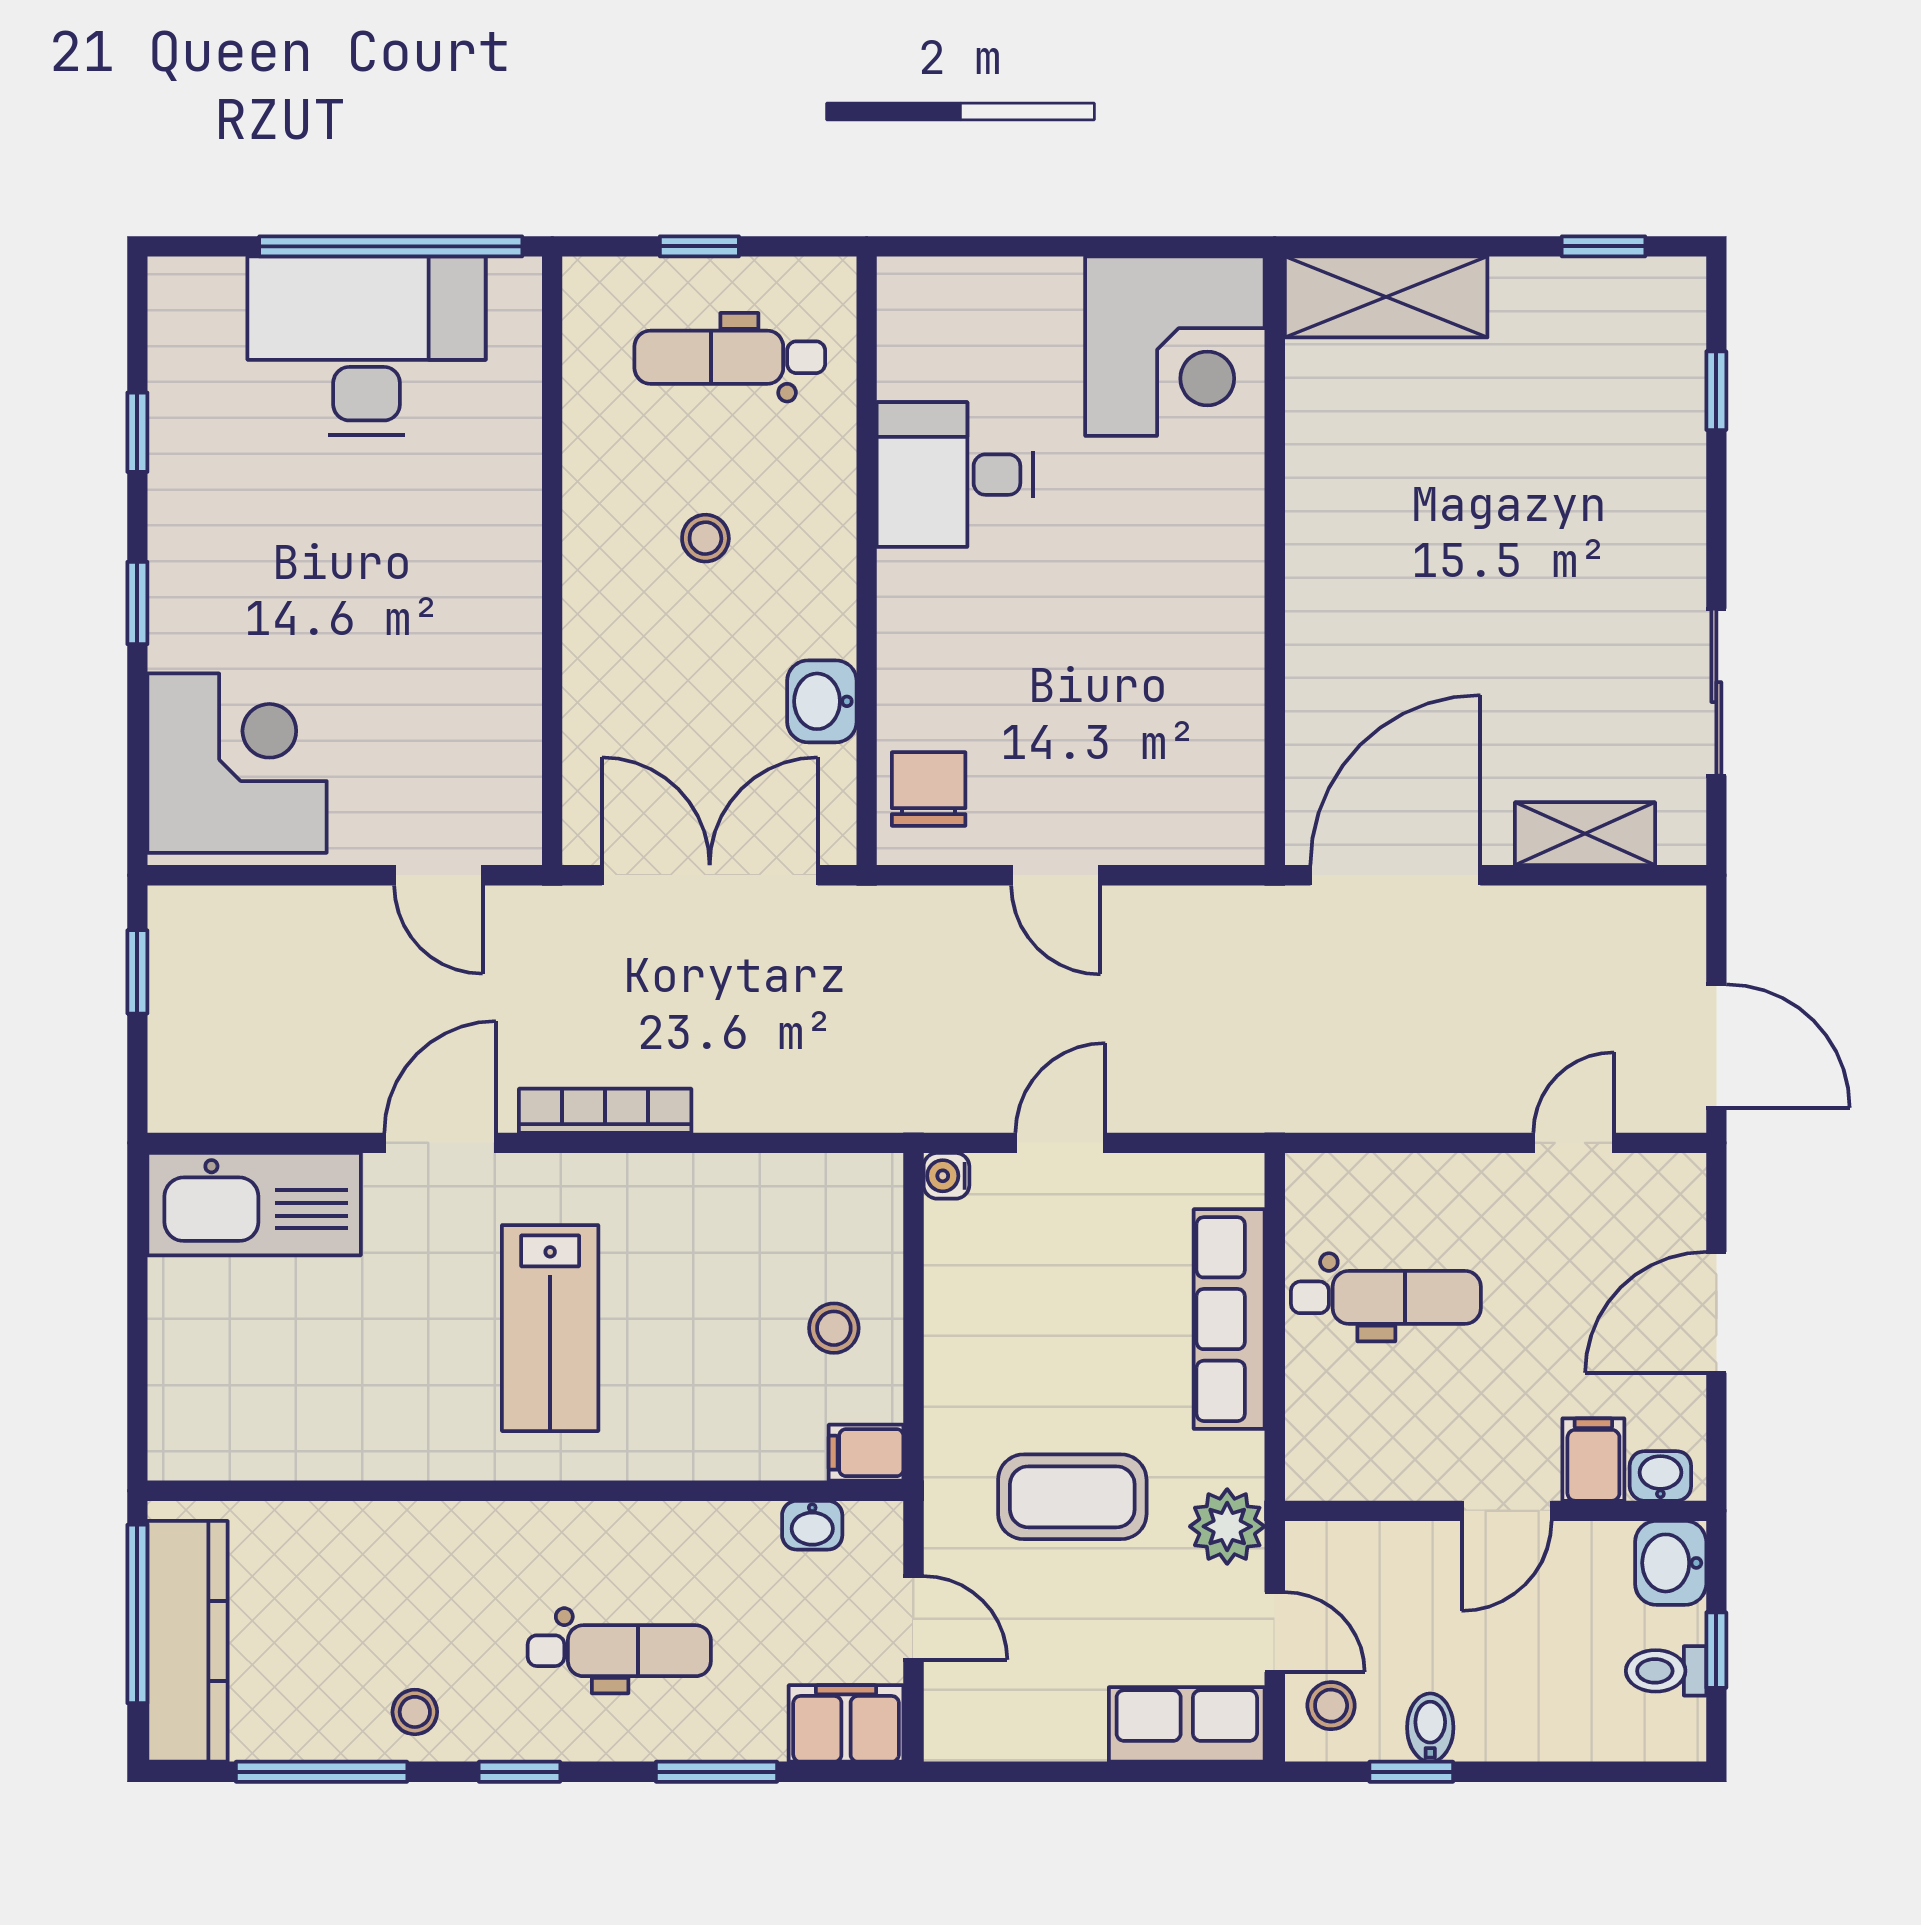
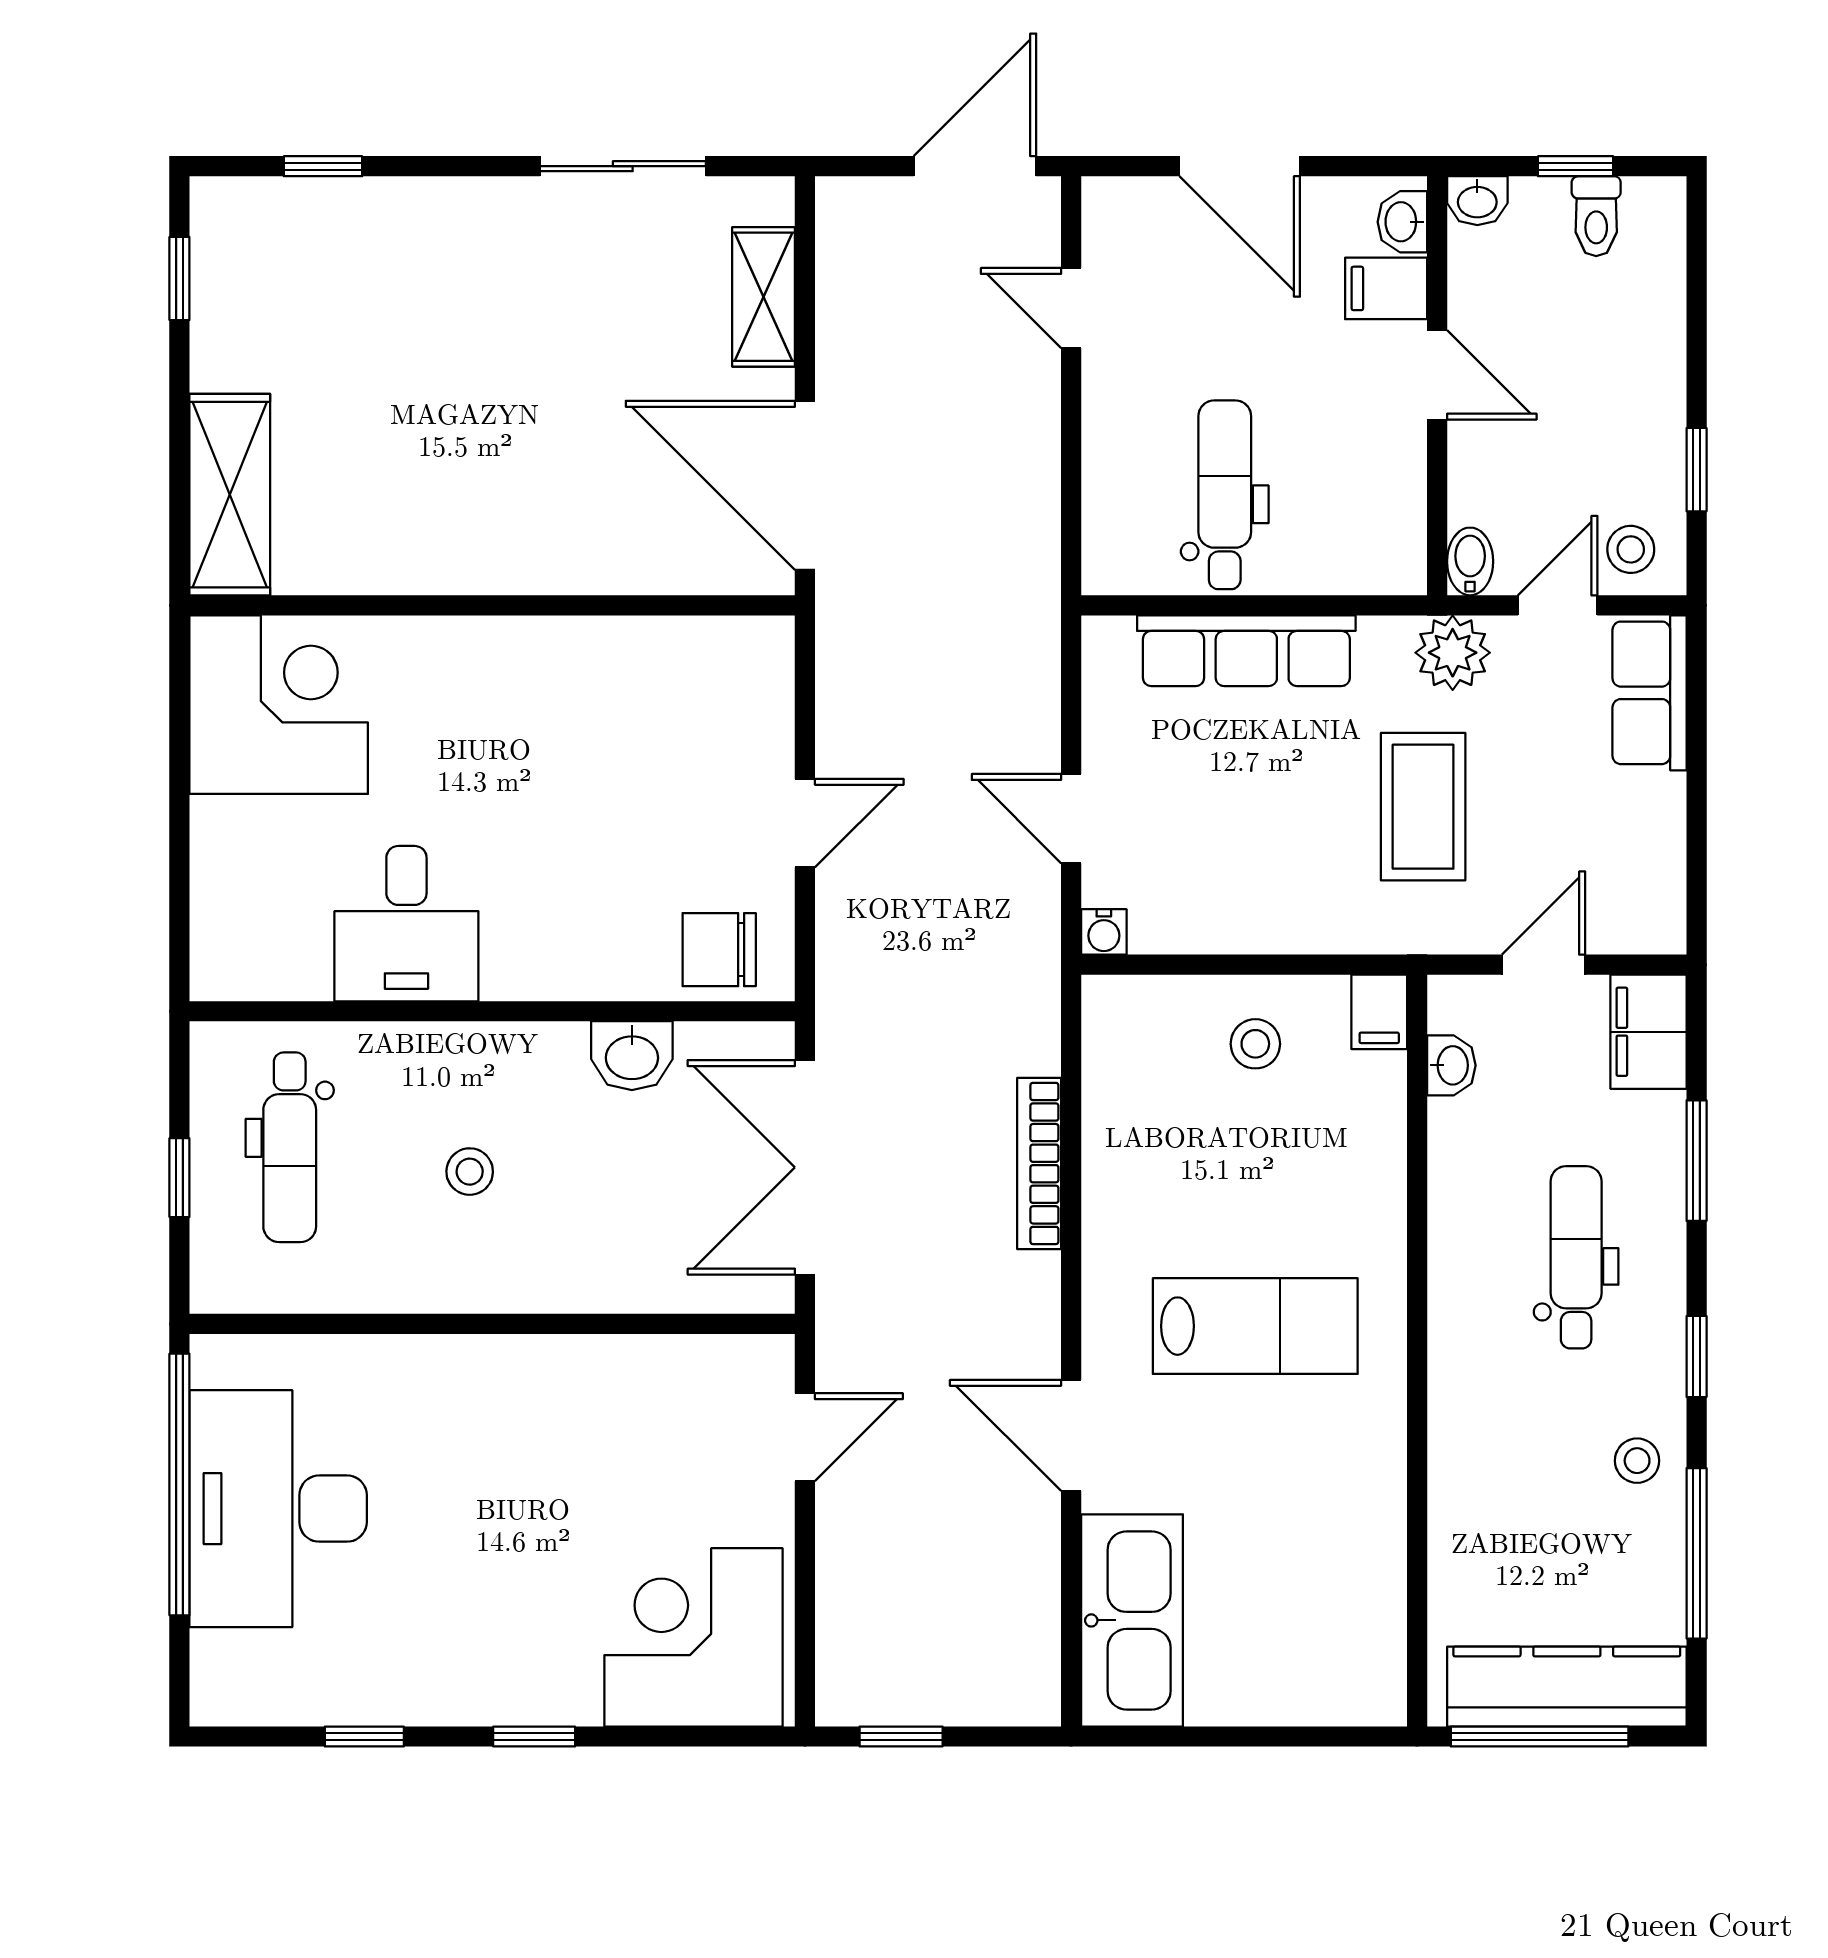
bookcase: (605, 1111) -> (1039, 1163), moved
washbasin: (1671, 1563) -> (1477, 201), width x0.72, depth x0.69
bidet: (1430, 1728) -> (1470, 561), moved, turned 90

